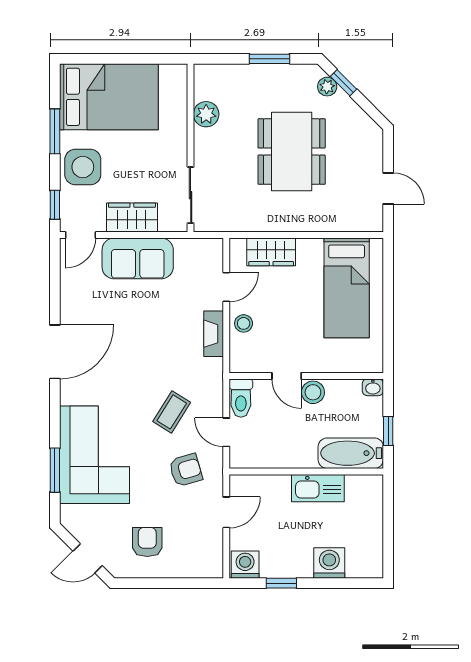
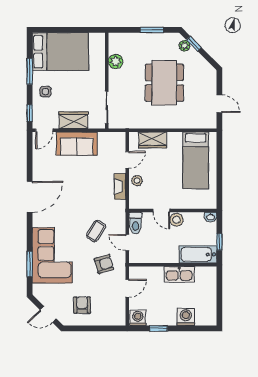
side table: (83, 167) -> (45, 92), width x0.54, depth x0.54

